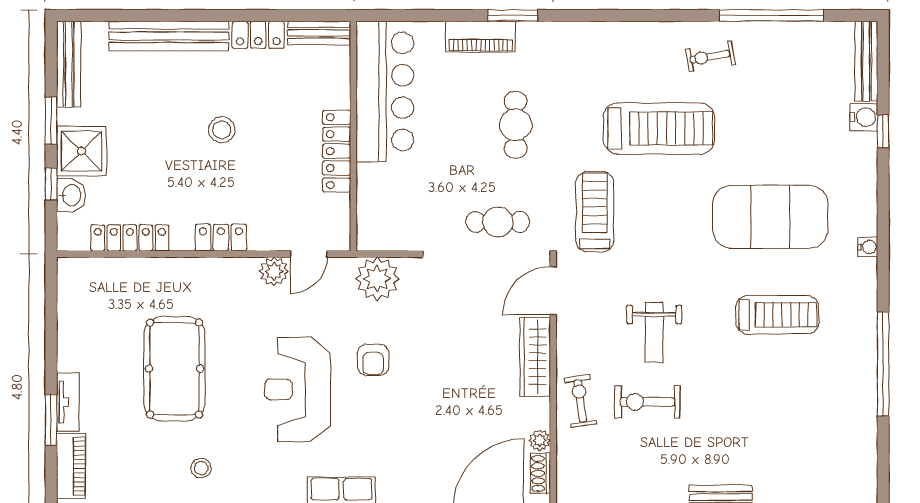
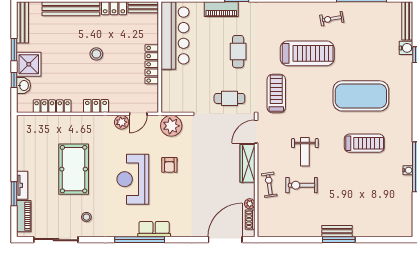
water cooler: (868, 247) -> (408, 170), moved

